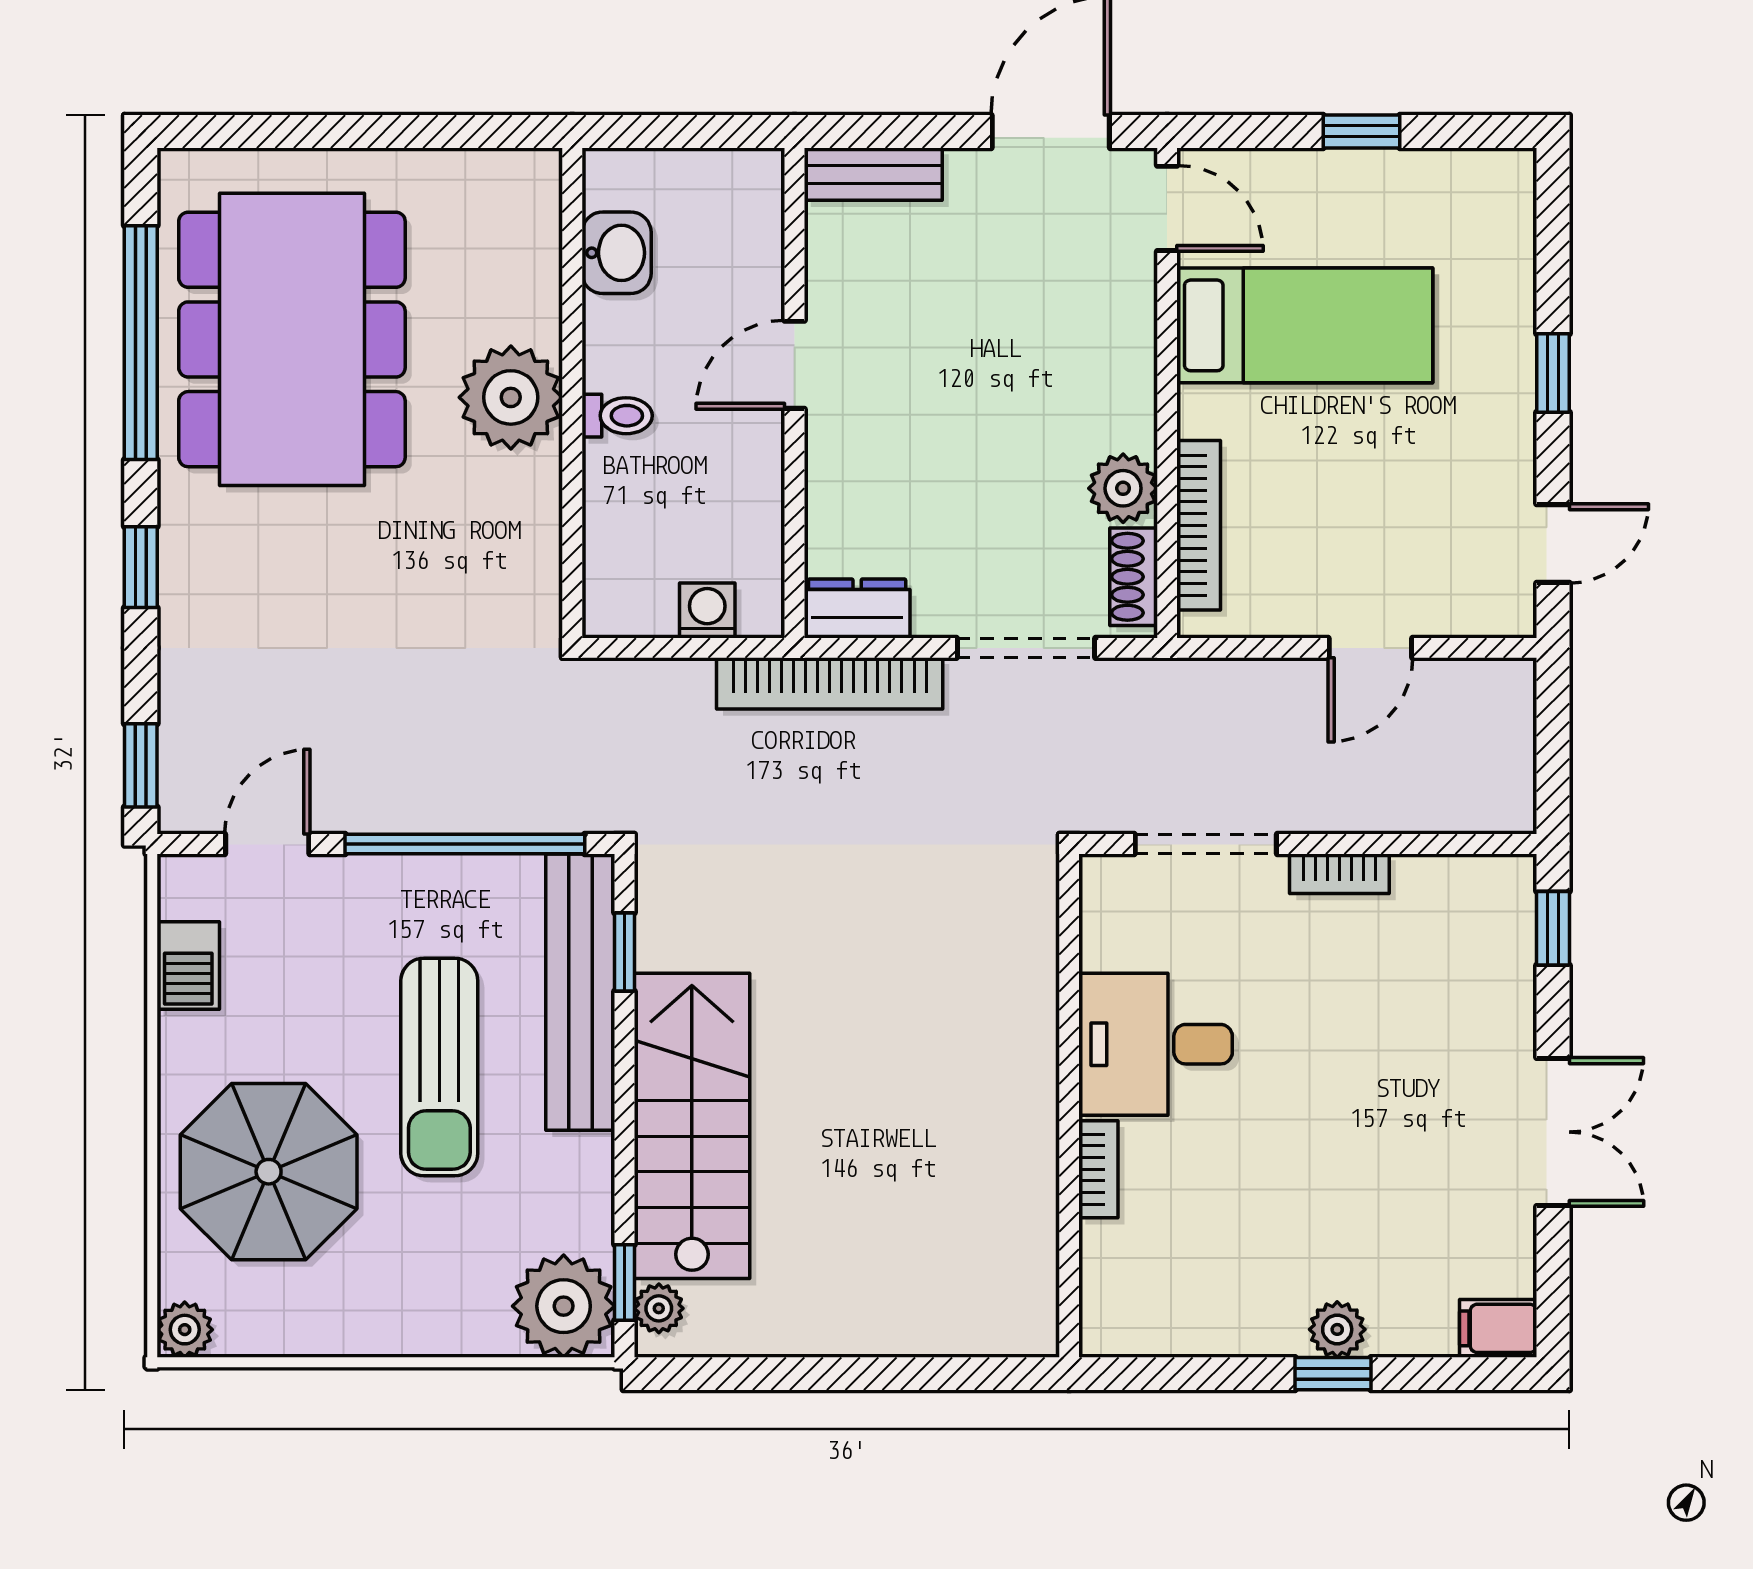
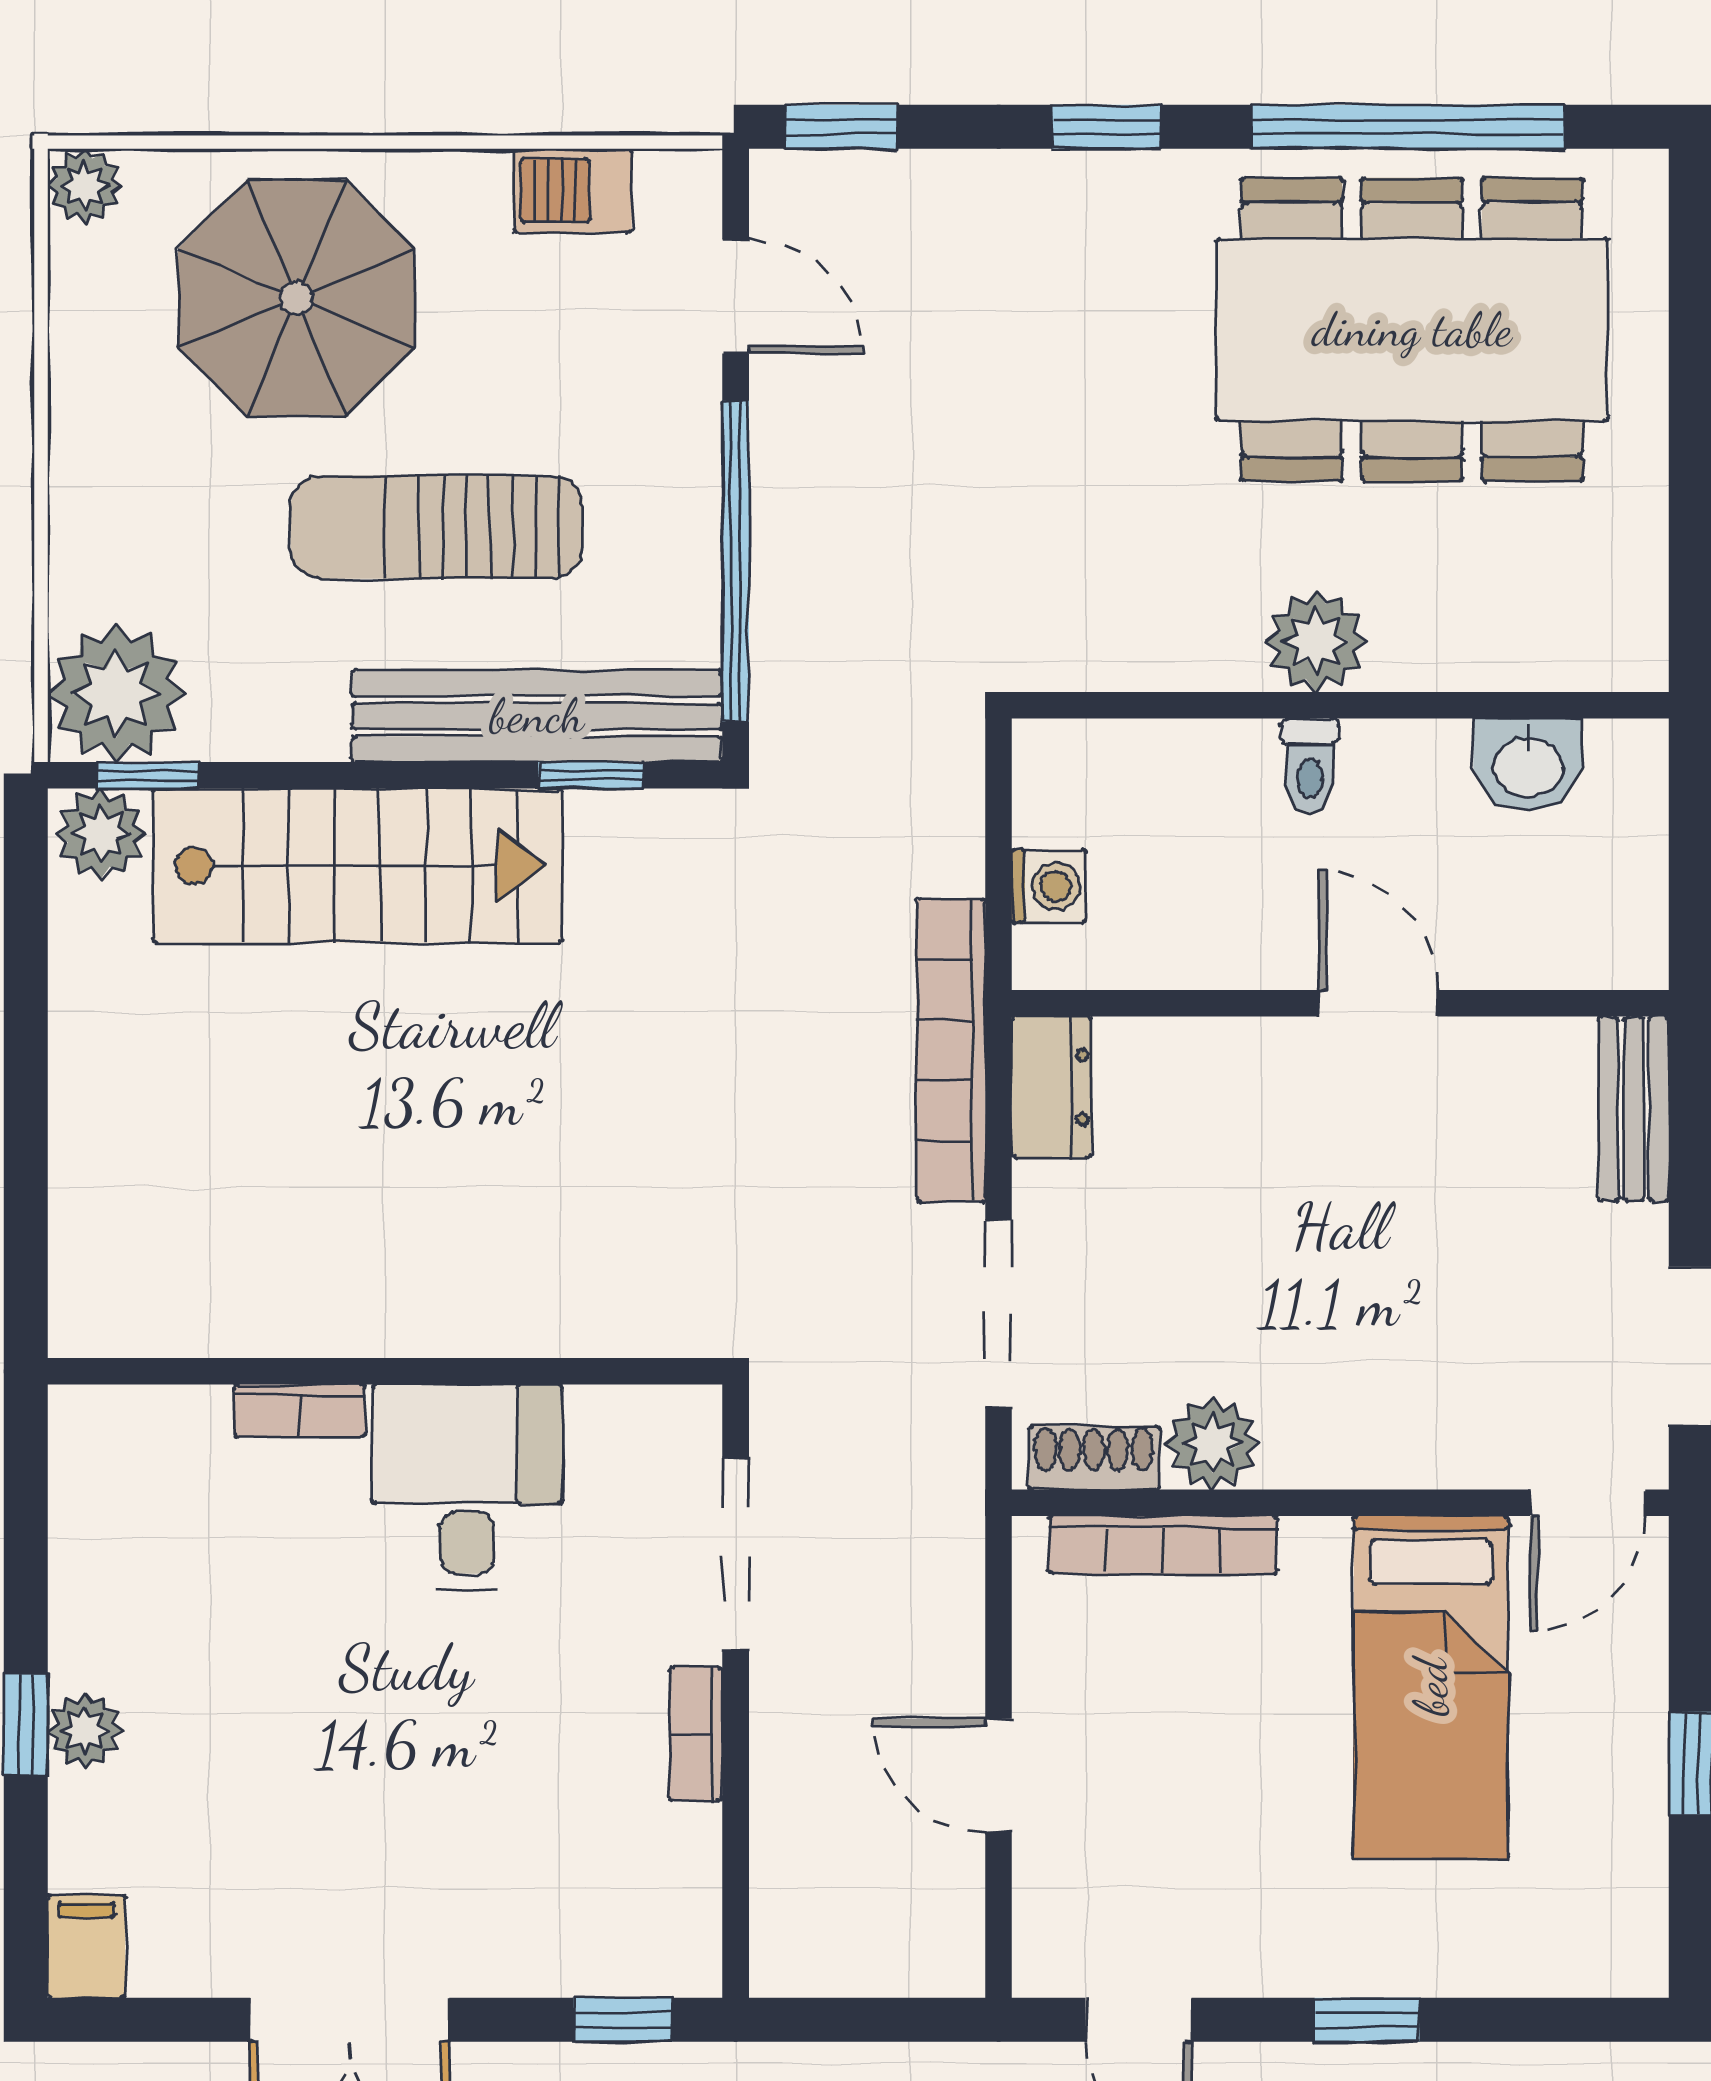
plant: (511, 397) -> (1316, 641), width x0.73, depth x0.73
plant: (659, 1308) -> (101, 834), width x1.38, depth x1.38

